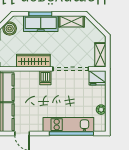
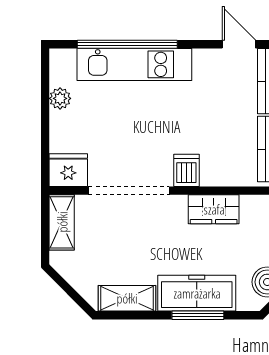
wardrobe: (33, 61) -> (214, 209), width x0.67

